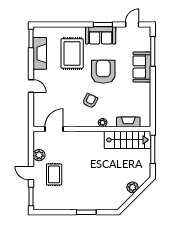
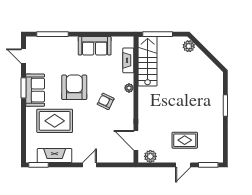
sofa: (142, 67) -> (95, 46), moved
armchair: (103, 72) -> (74, 87), turned 90
plant: (39, 155) -> (150, 156), moved
plant: (132, 187) -> (189, 46), moved

